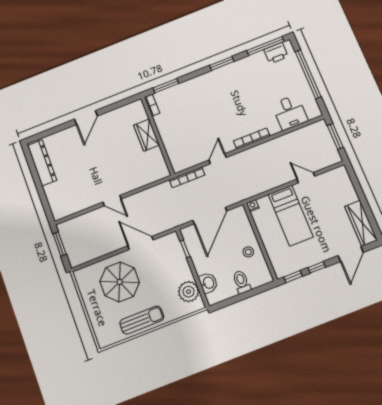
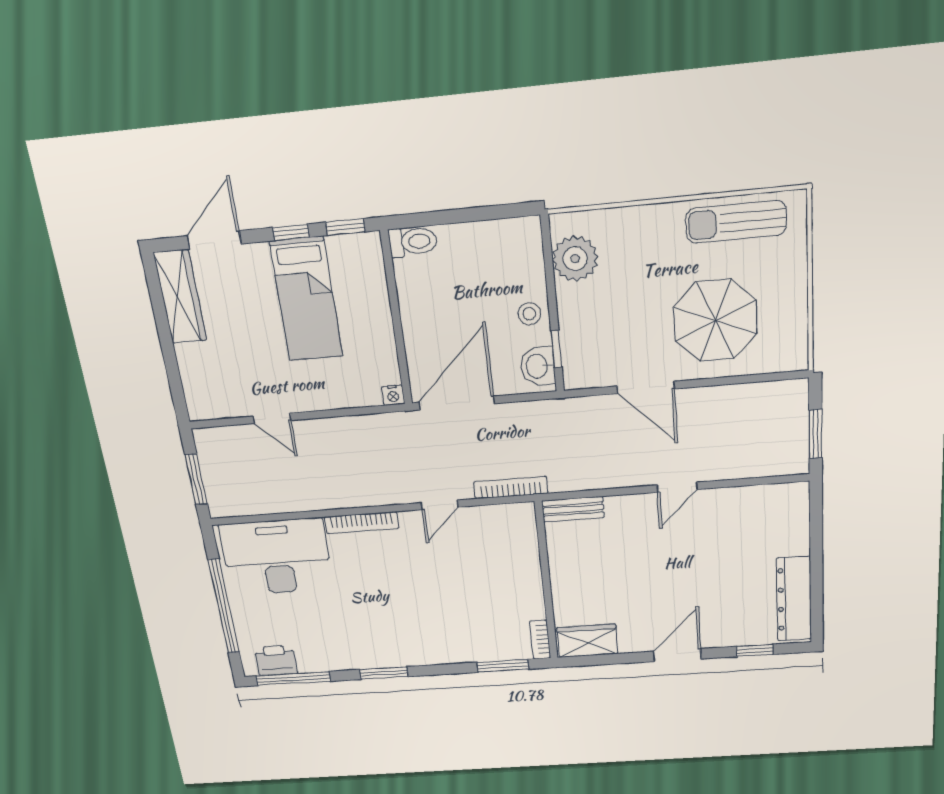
desk: (290, 112) -> (277, 557), width x1.87, depth x1.30
window: (51, 131) -> (755, 650), added
wardrobe: (147, 135) -> (587, 641), moved, turned -90
bench: (156, 176) -> (573, 509), added
door: (112, 201) -> (677, 487), swing flipped
door: (210, 216) -> (457, 403), moved
bed: (291, 216) -> (306, 299), moved, turned 180
stool: (248, 252) -> (529, 314), moved
toilet: (242, 282) -> (413, 242), moved, turned -90
washbasin: (208, 283) -> (538, 366), moved
sun lounger: (142, 320) -> (736, 222), moved

